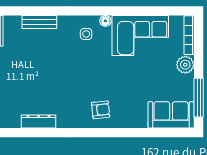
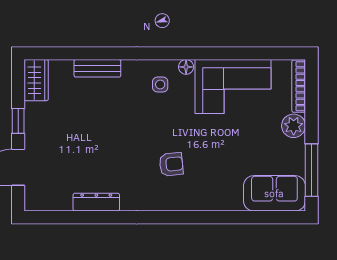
armchair: (101, 110) -> (171, 164), moved

